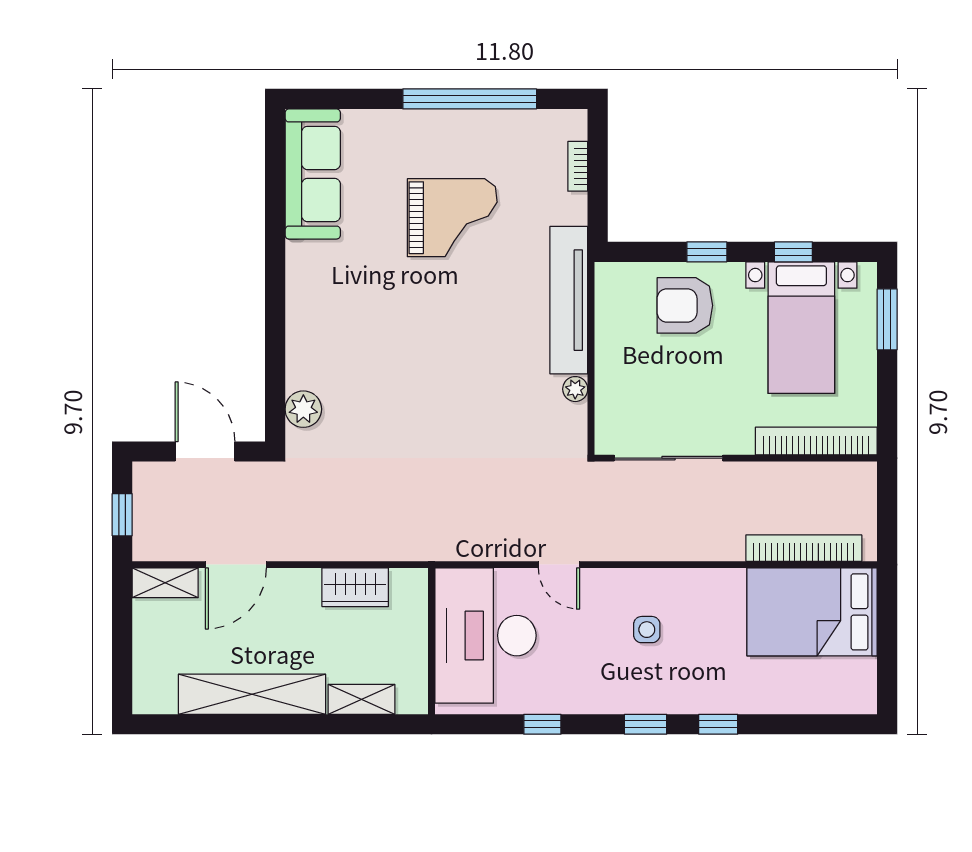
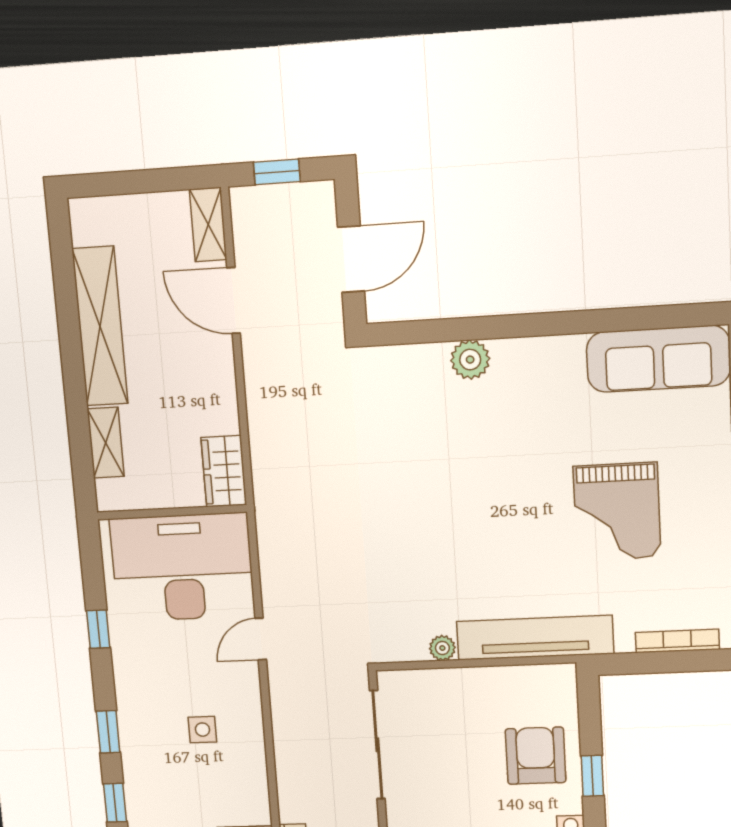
bookcase: (578, 166) -> (677, 641), width x1.56
plant: (303, 409) -> (470, 360), moved
wardrobe: (355, 587) -> (224, 471), moved

